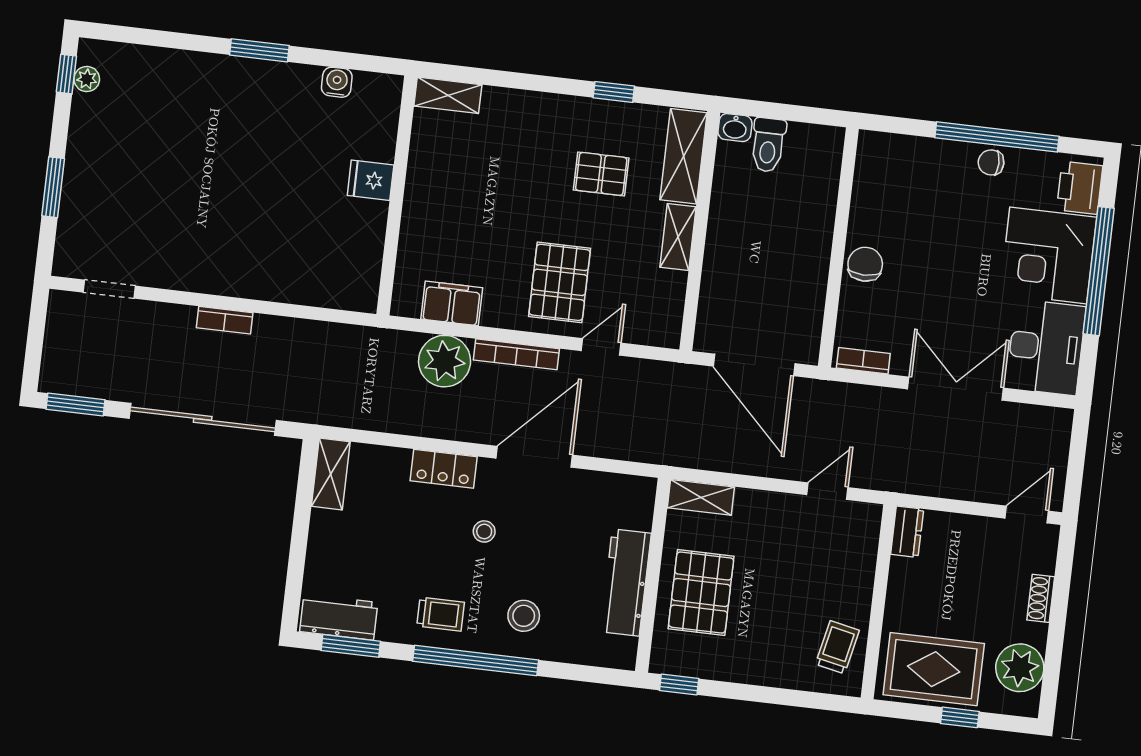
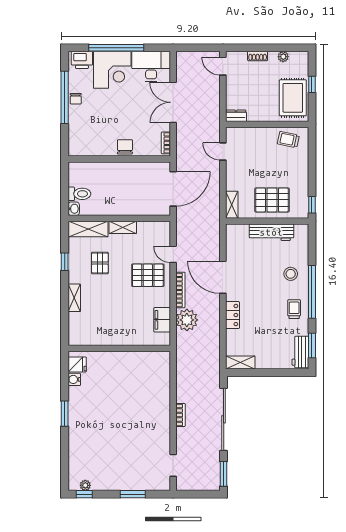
shelving: (448, 95) -> (74, 298), moved
fridge: (371, 180) -> (77, 364), moved, turned -90
chair: (865, 264) -> (125, 147), turned 90
stool: (484, 531) -> (257, 295), removed
plant: (1020, 668) -> (283, 57), width x0.53, depth x0.53

